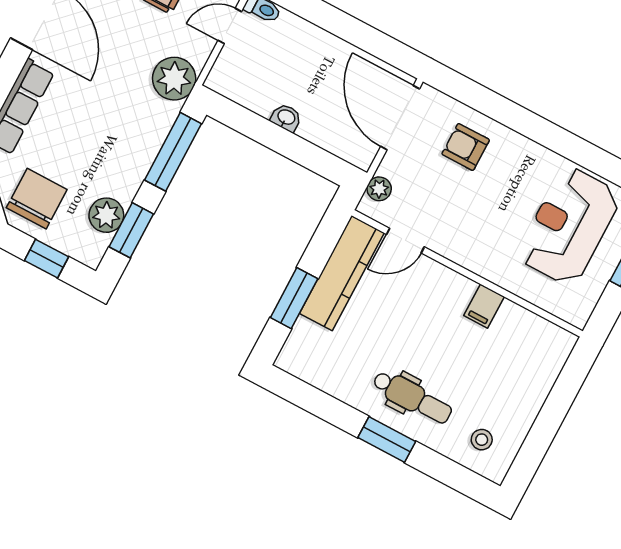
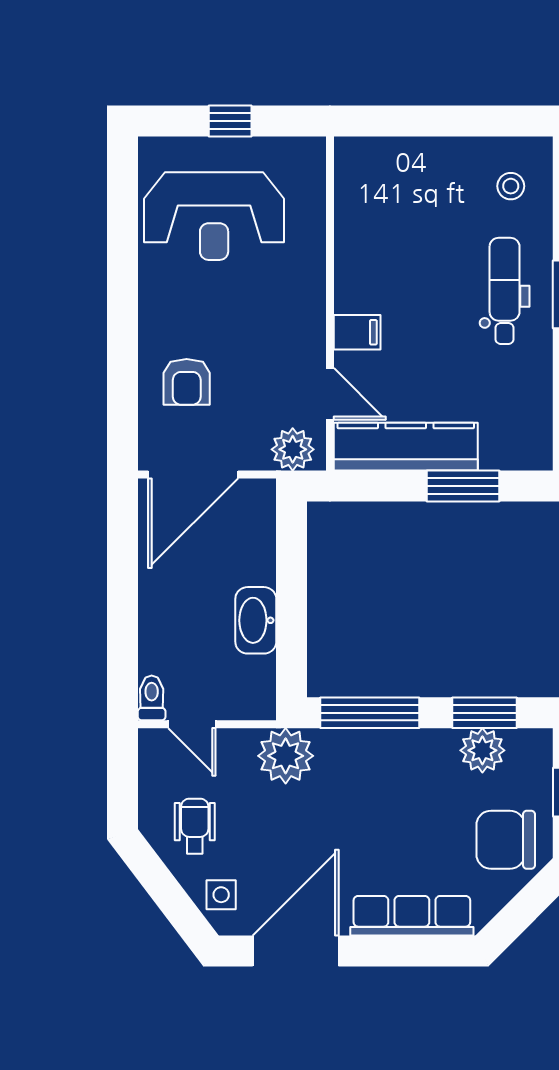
washbasin: (286, 118) -> (256, 620), width x1.91, depth x1.45
plant: (379, 189) -> (293, 449), width x1.38, depth x1.38
filing cabinet: (484, 306) -> (357, 332), moved

